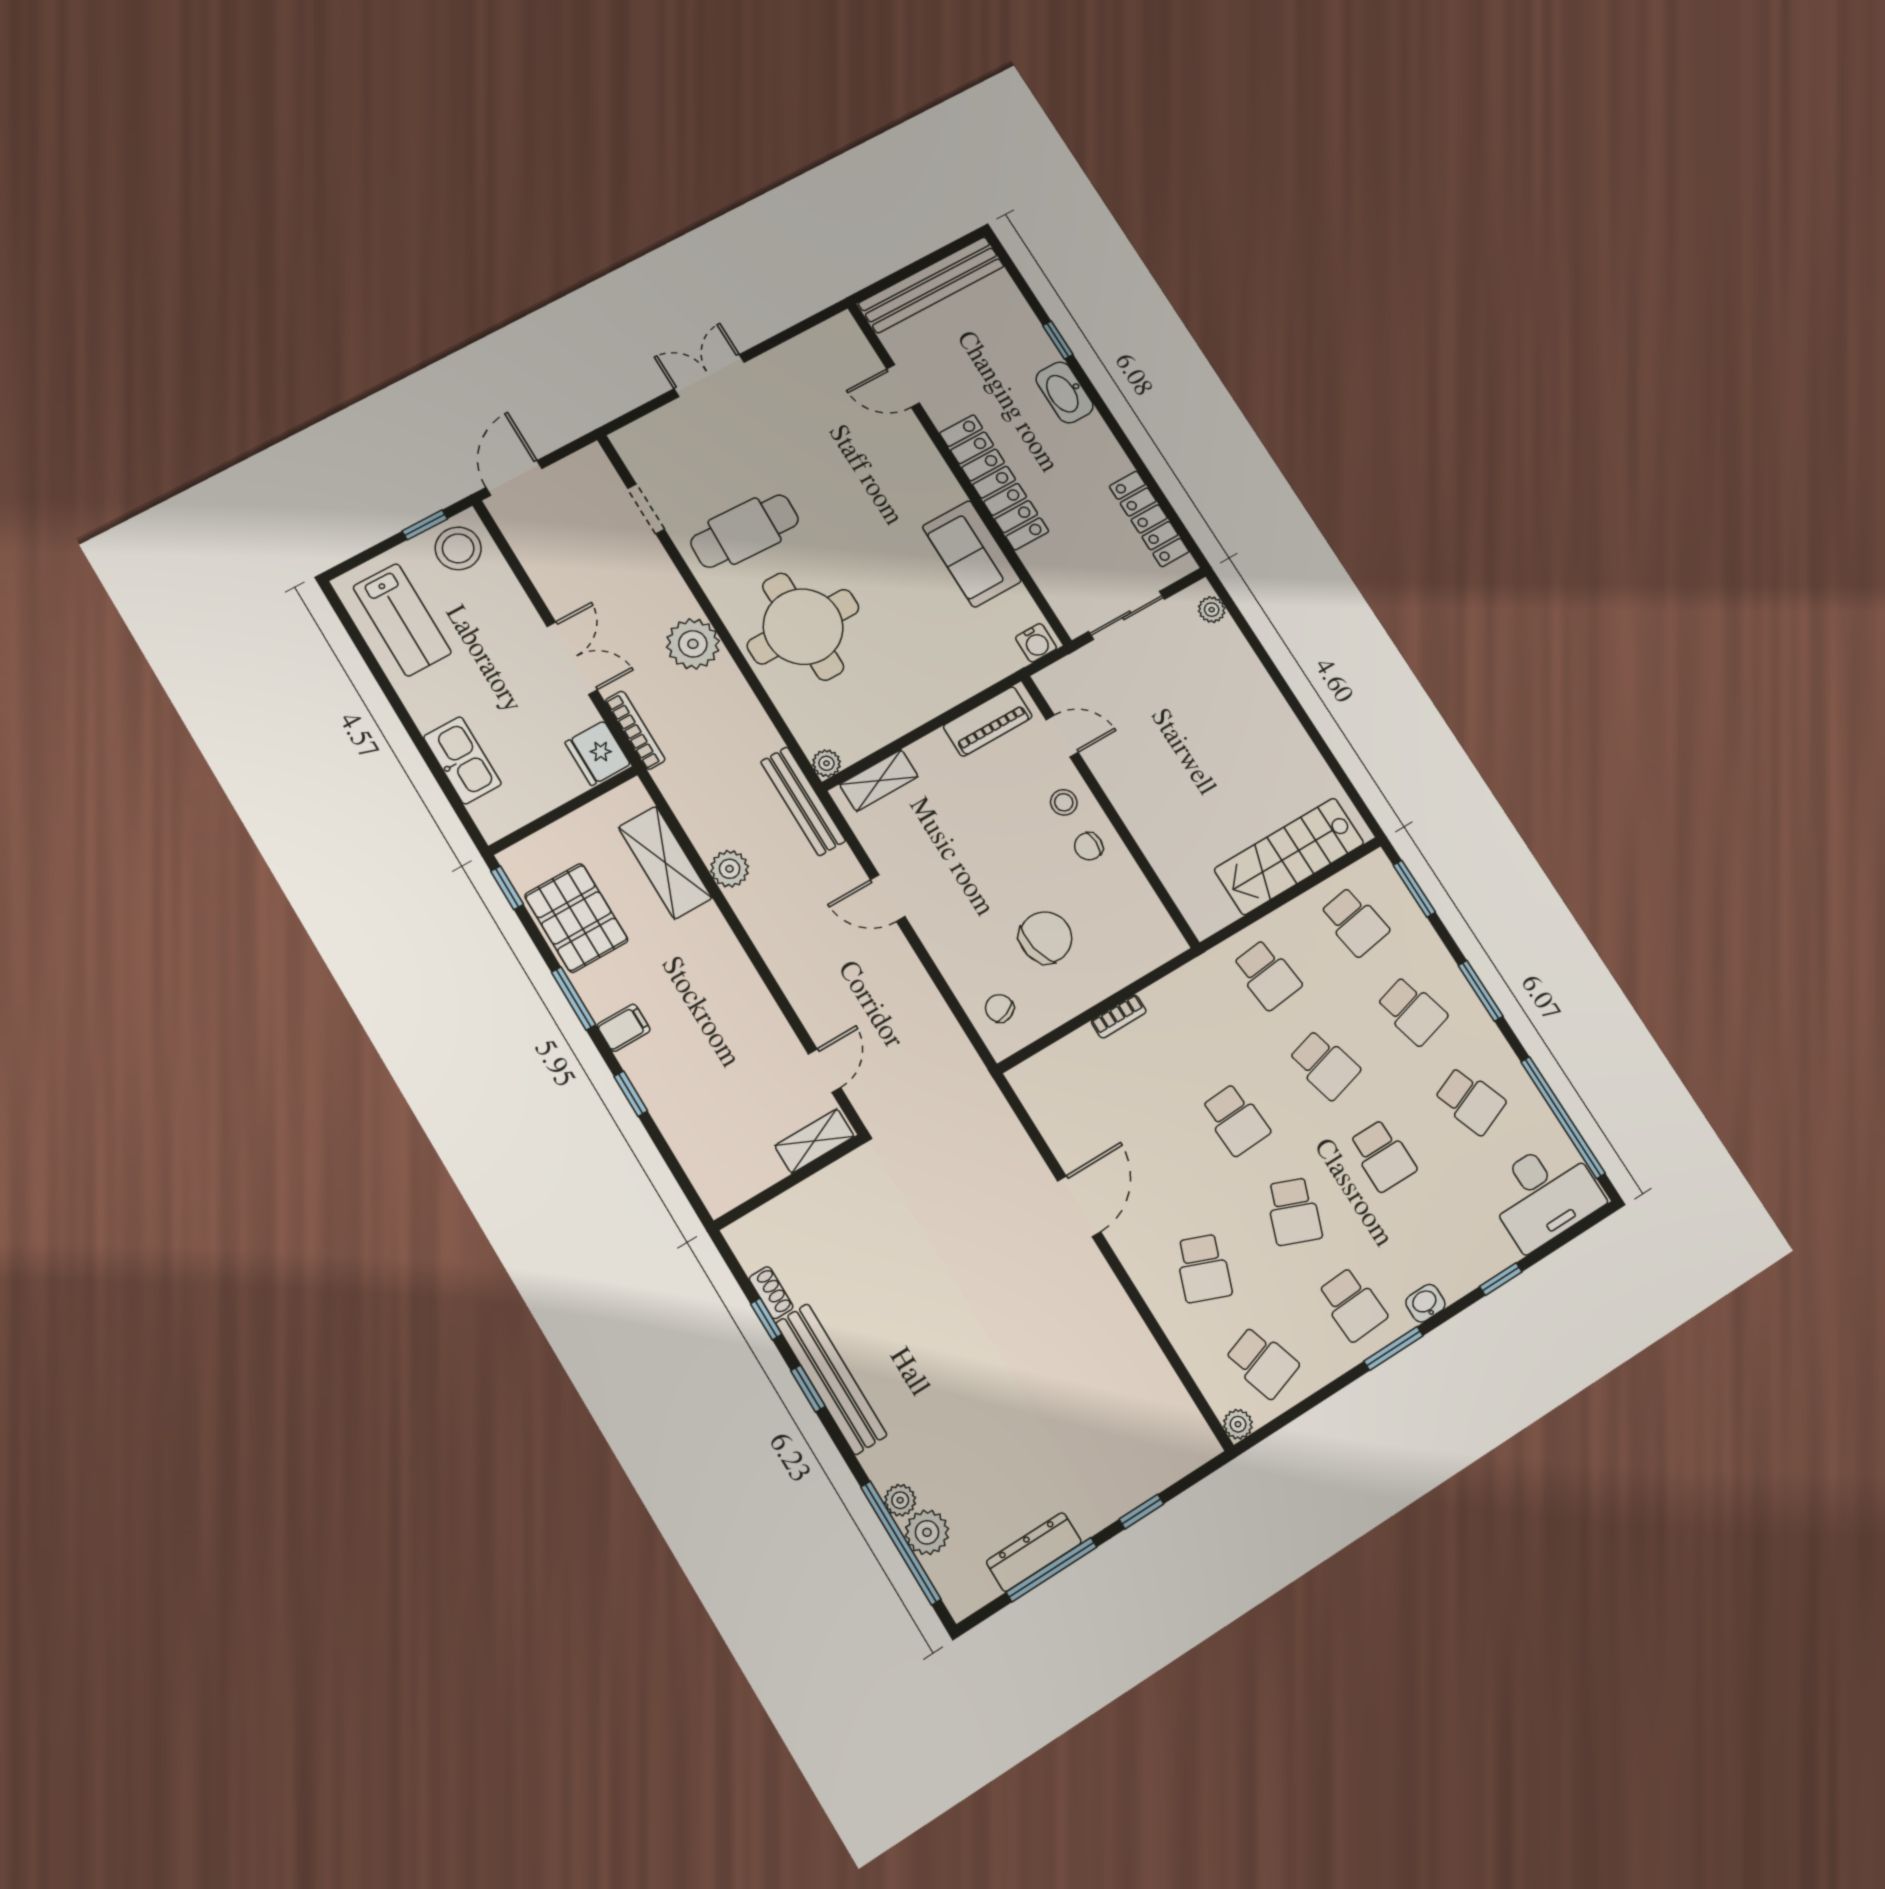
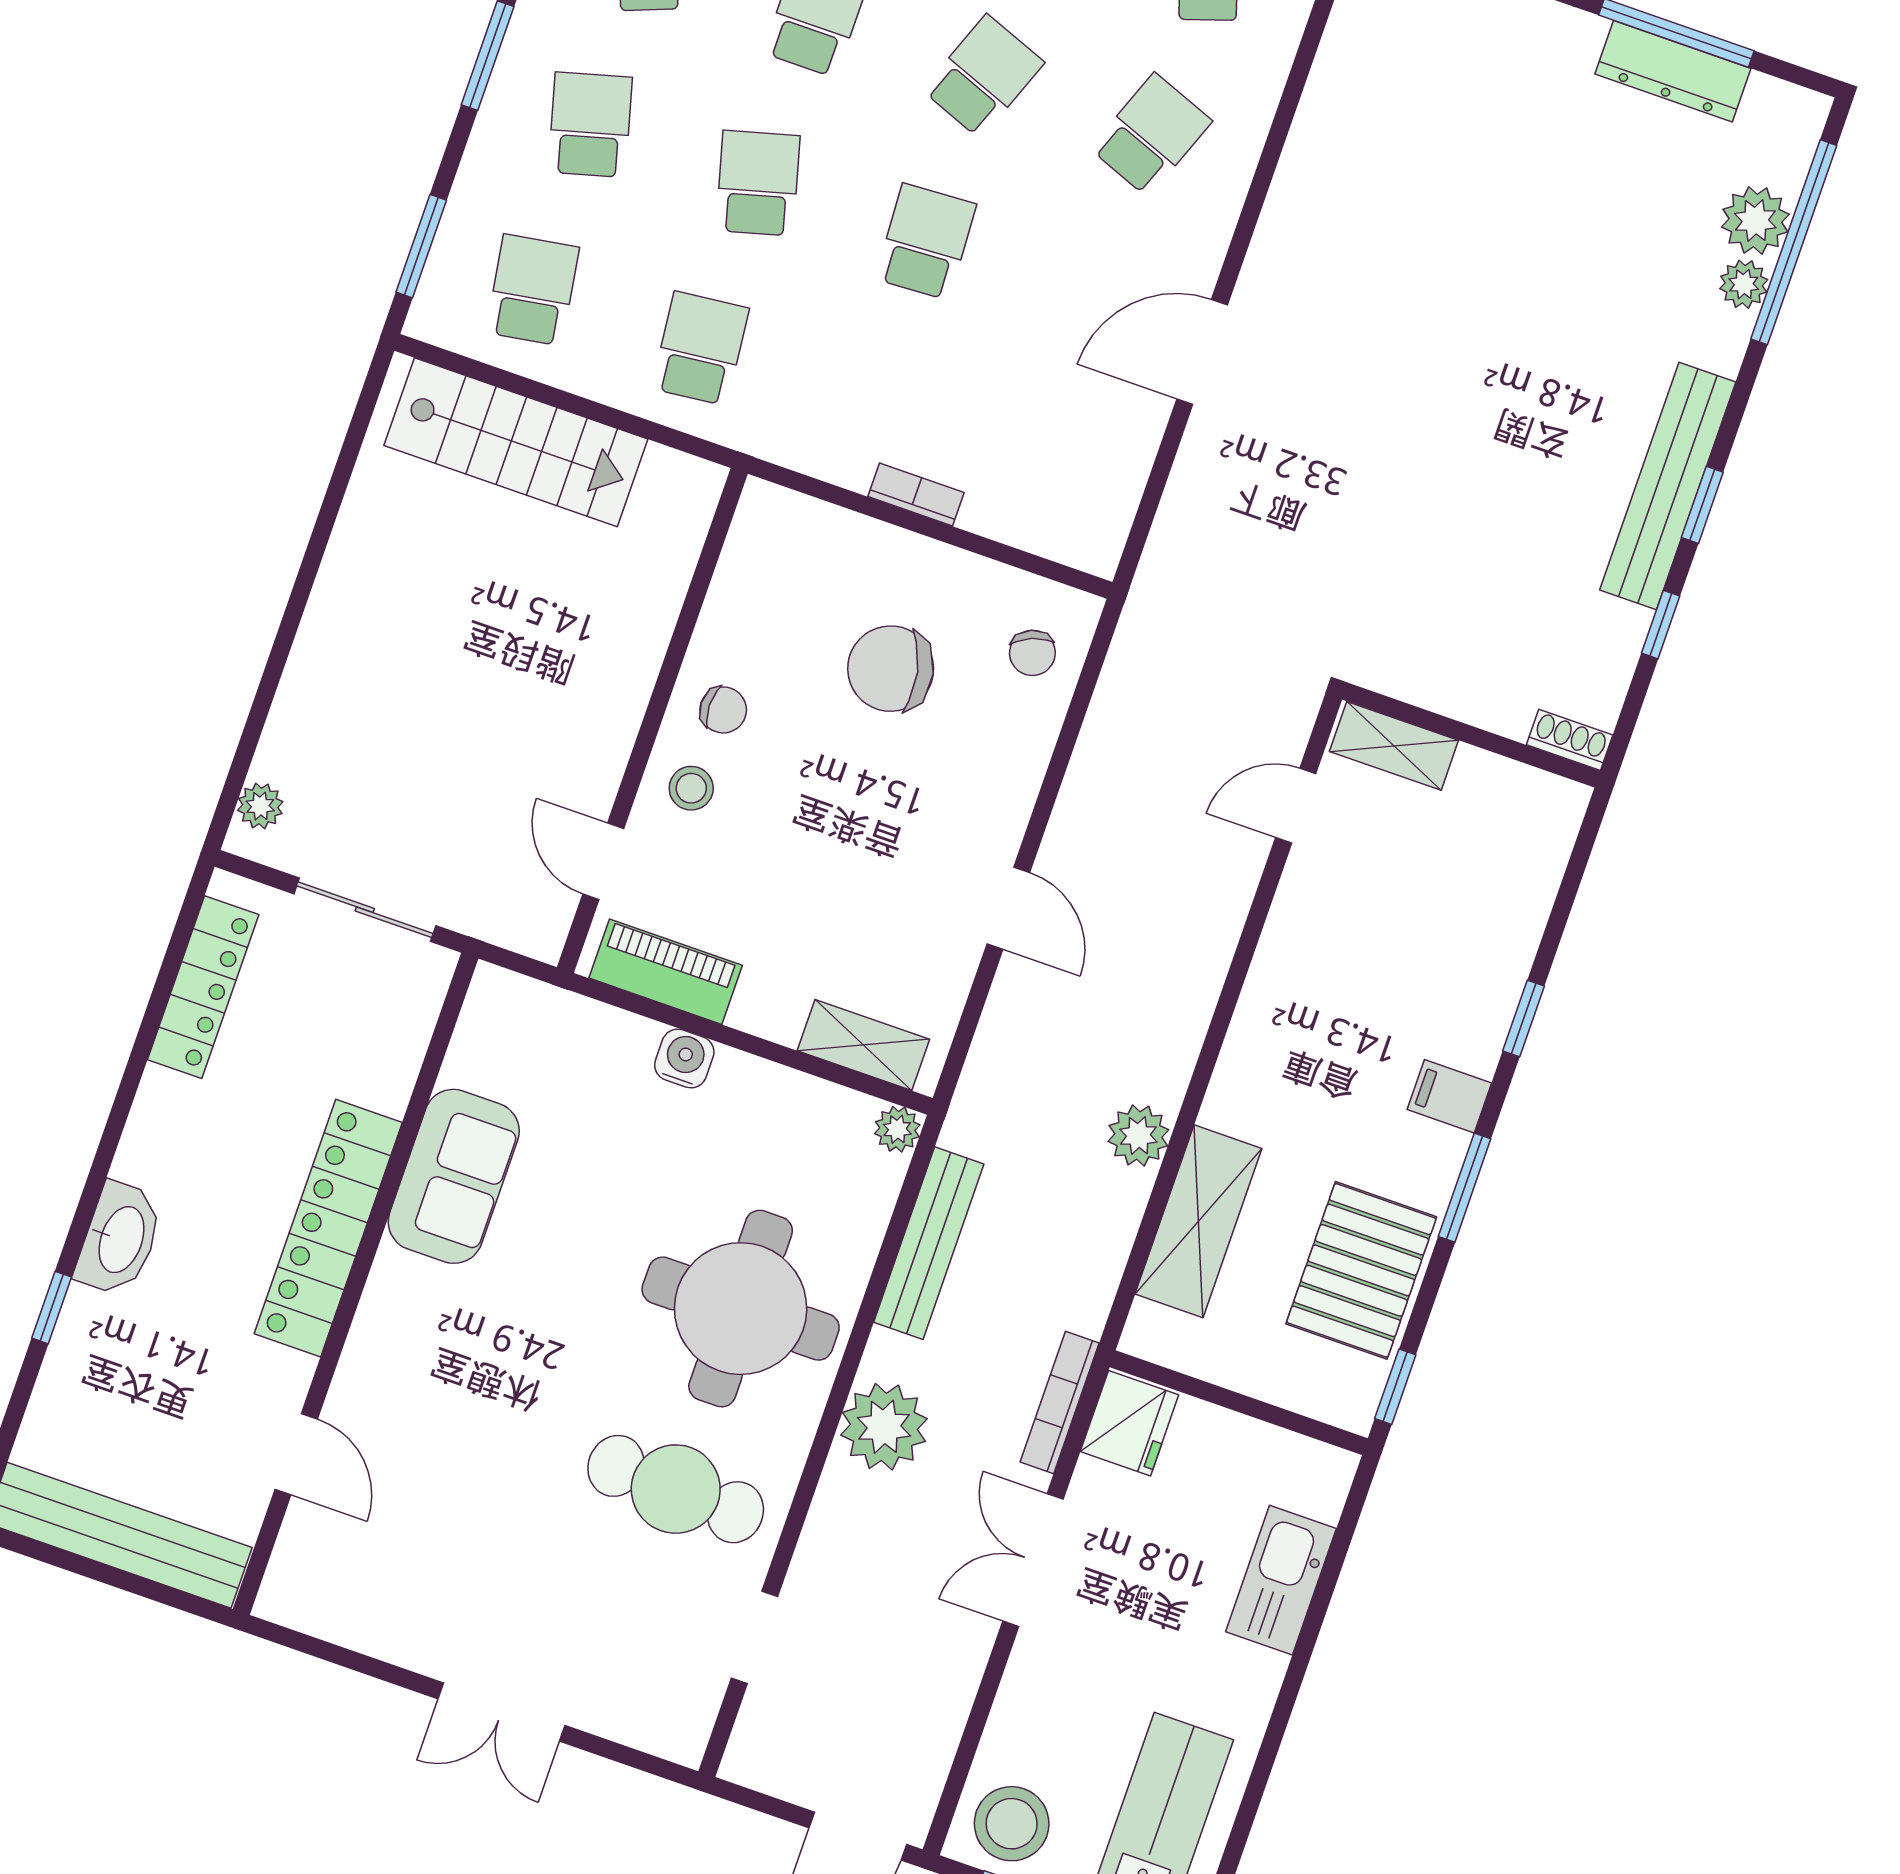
water cooler: (1036, 643) -> (684, 1058), moved
bench: (803, 801) -> (929, 1243), moved
shoe rack: (771, 1293) -> (1570, 740), moved, turned 90

